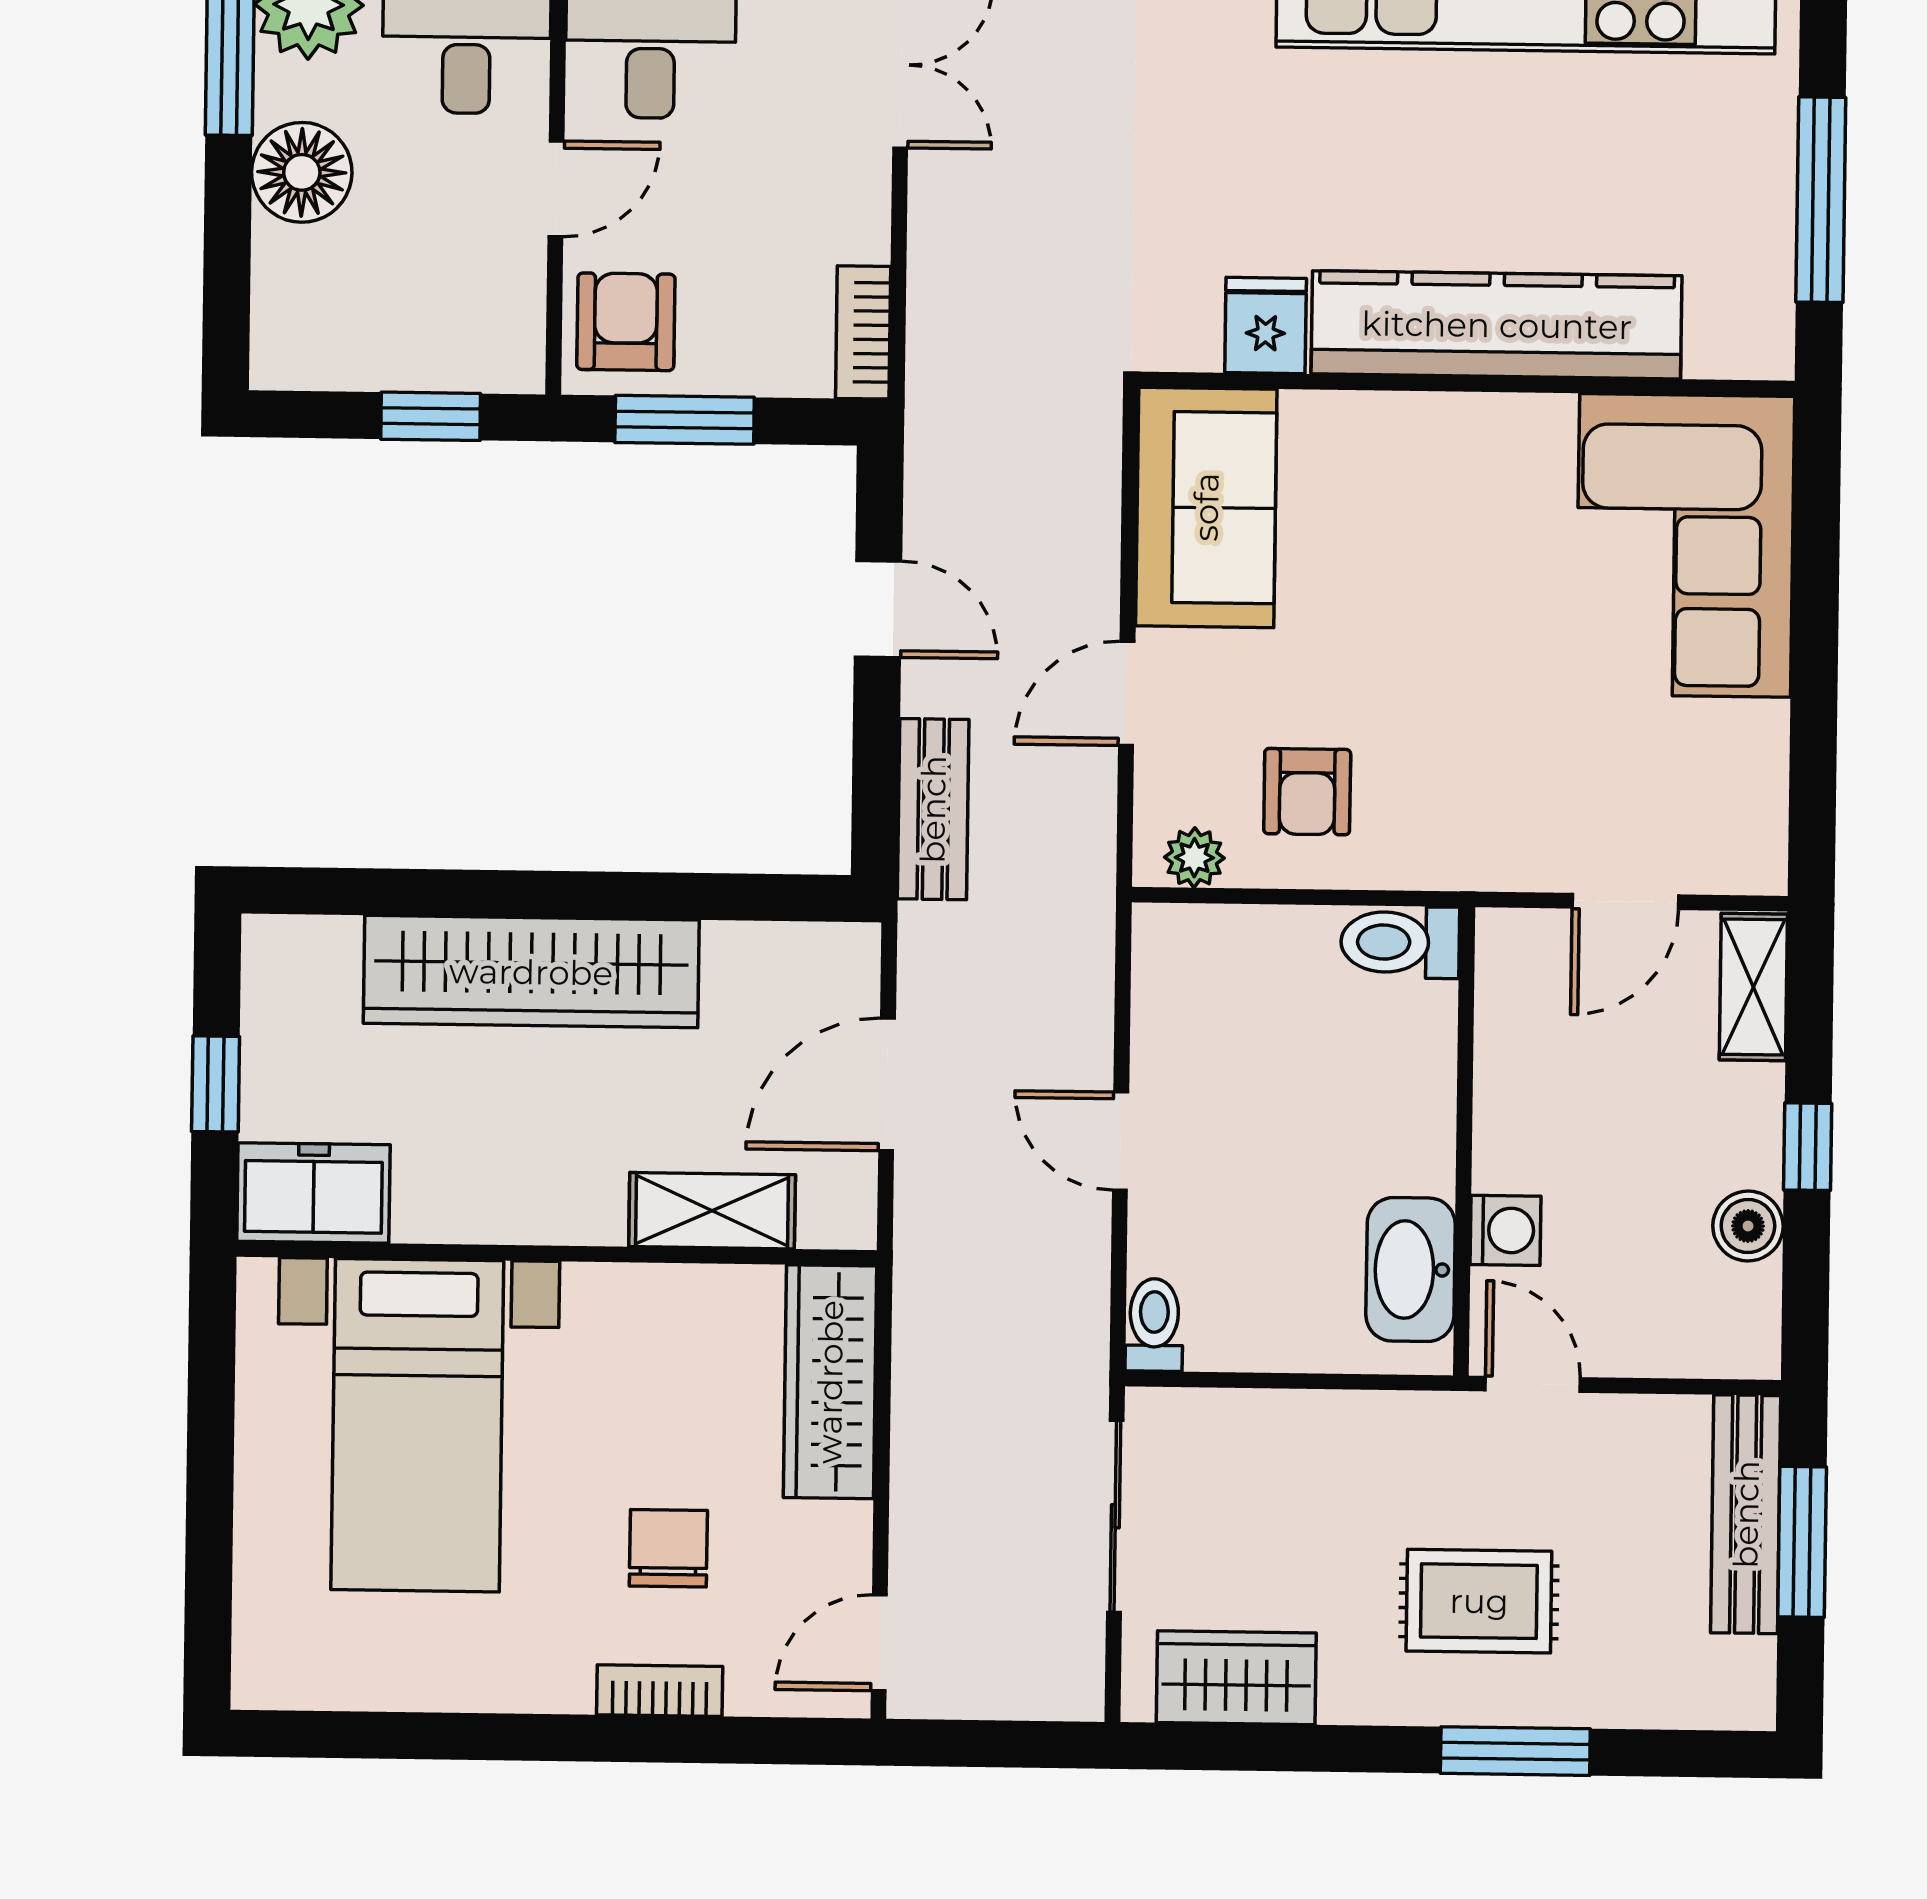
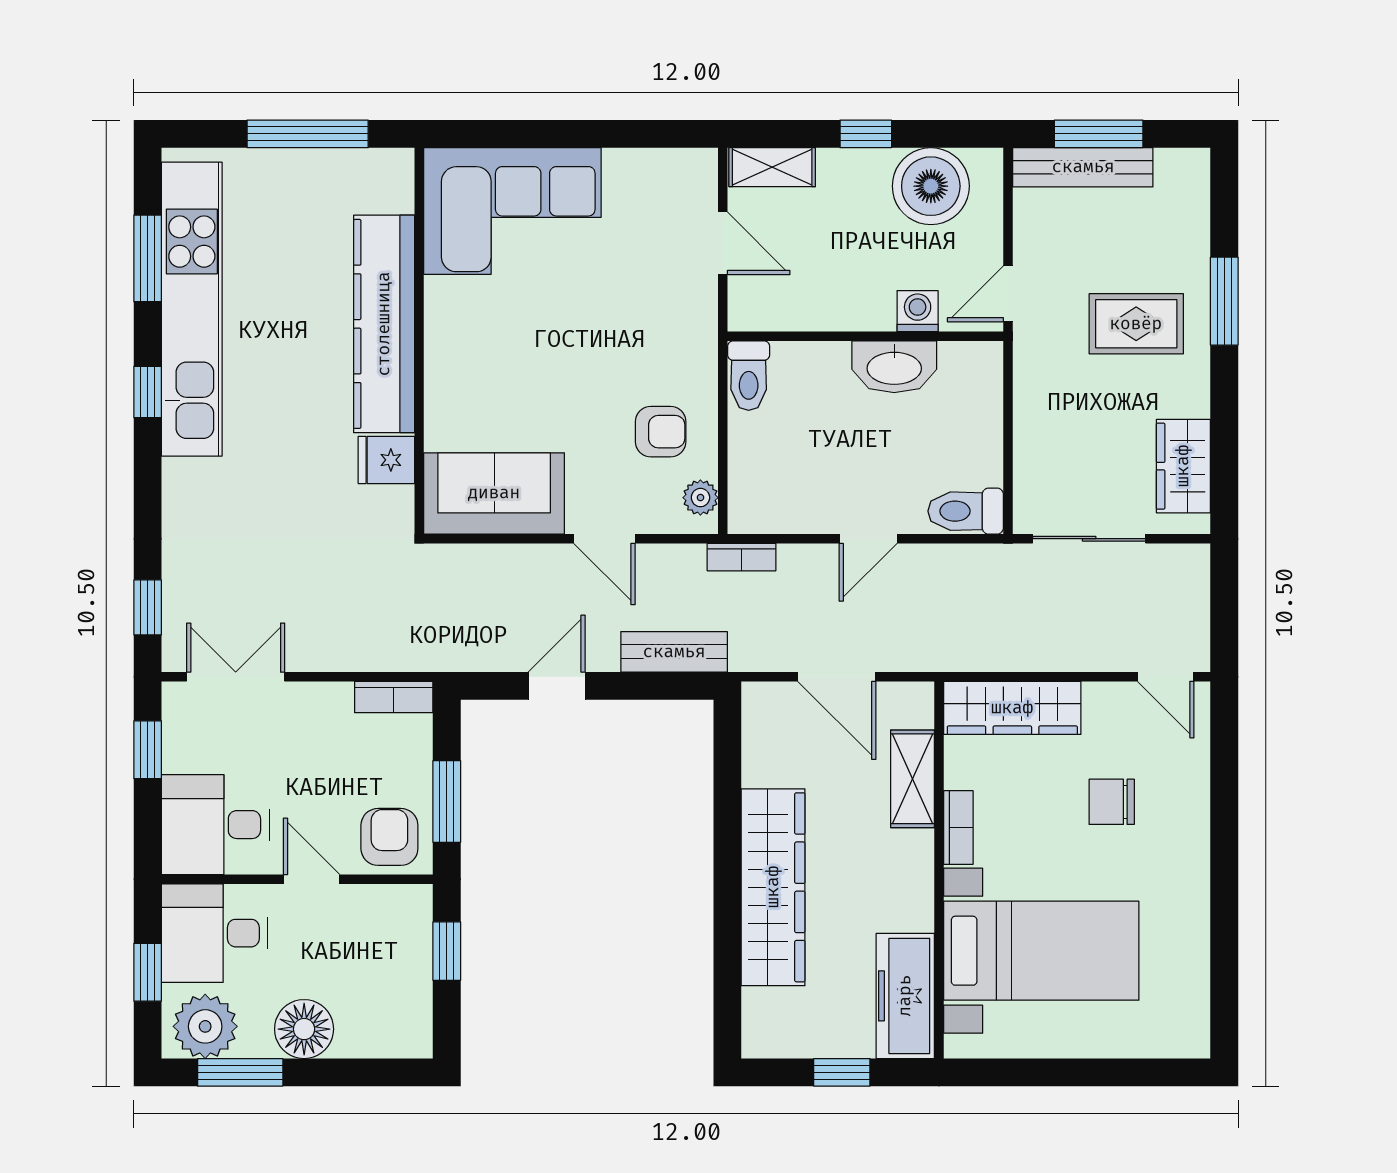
armchair: (626, 322) -> (389, 837), turned 90
bookcase: (1092, 926) -> (742, 557), added
freezer: (313, 1193) -> (905, 996), width x1.40
boiler: (1748, 1226) -> (931, 186), width x1.86, depth x1.86
washbasin: (1411, 1270) -> (894, 367), moved
toilet: (1154, 1325) -> (966, 511), width x1.37, depth x1.39
rug: (1479, 1601) -> (1136, 324), turned 90
bookcase: (660, 1691) -> (958, 828), moved, turned 180

